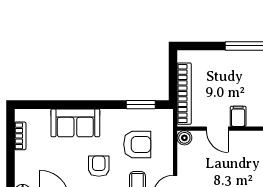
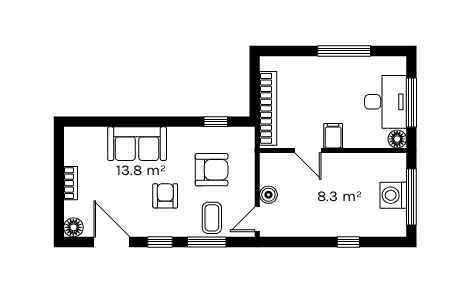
window: (141, 105) -> (216, 122), width x0.67
bookcase: (20, 136) -> (71, 183), moved
boiler: (184, 138) -> (268, 195), moved

